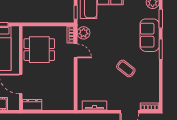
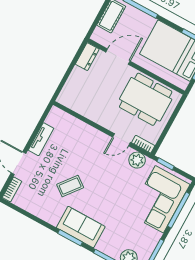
sofa: (150, 35) -> (81, 227), moved
dining table: (39, 50) -> (146, 99), width x1.38
tv unit: (94, 105) -> (41, 139), moved

